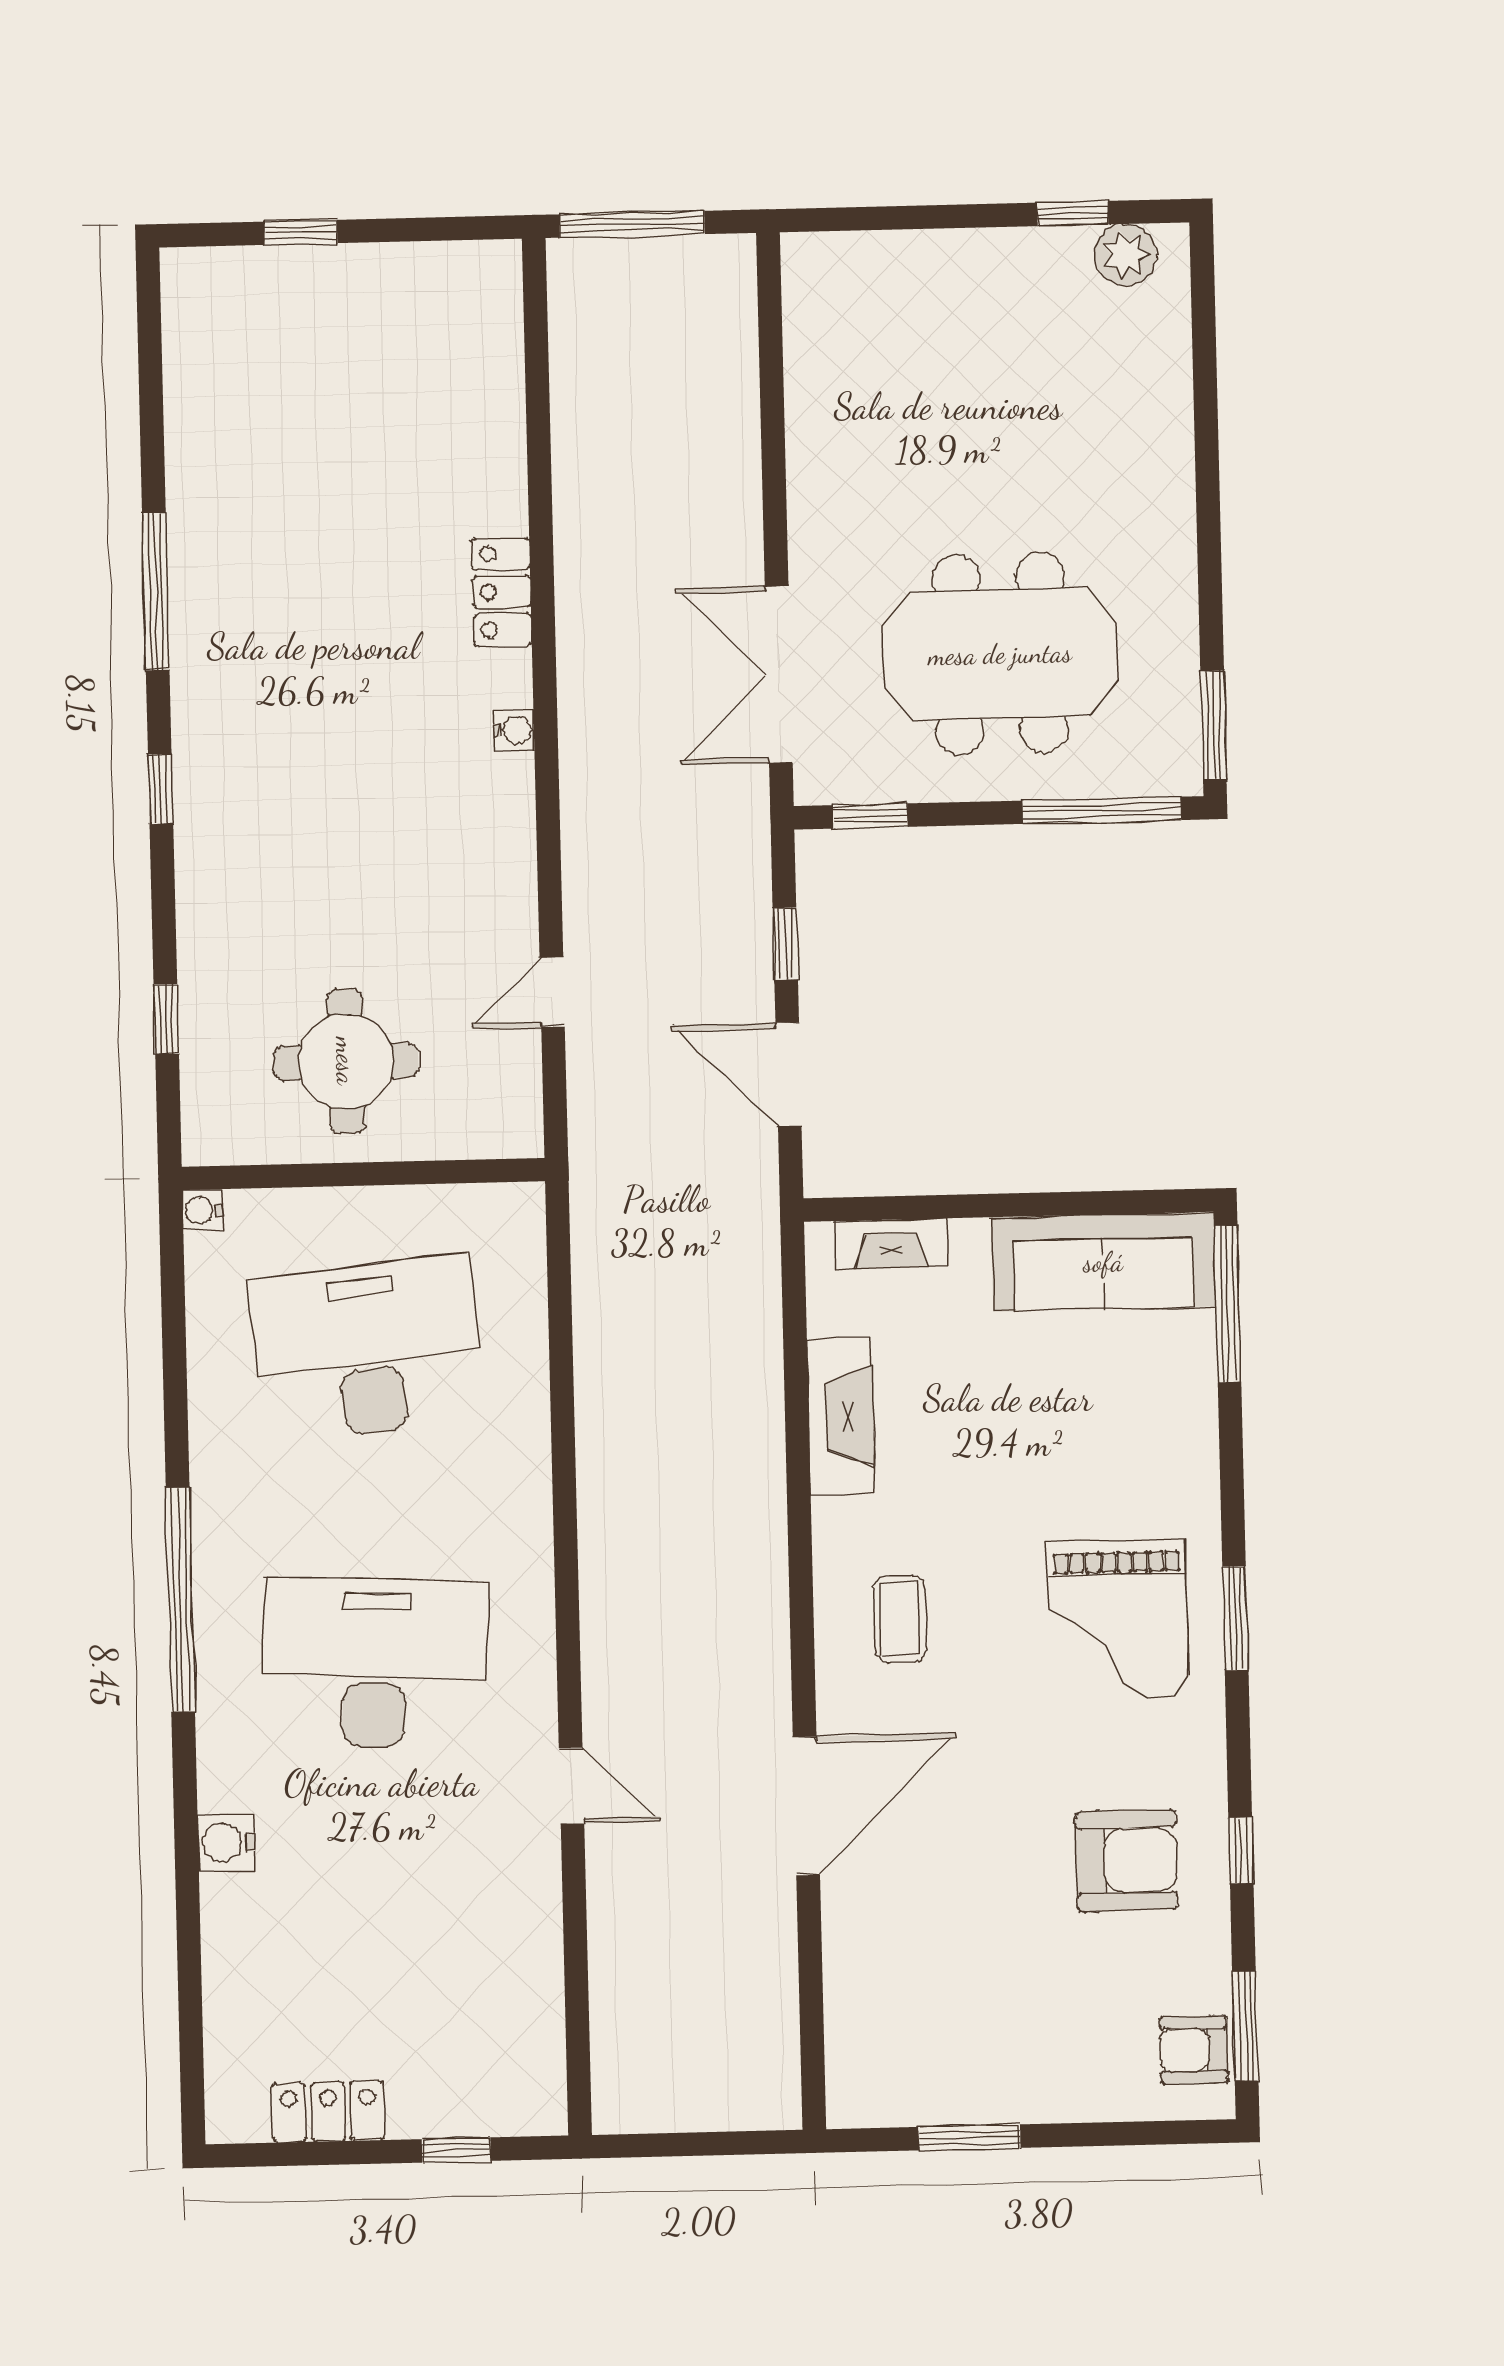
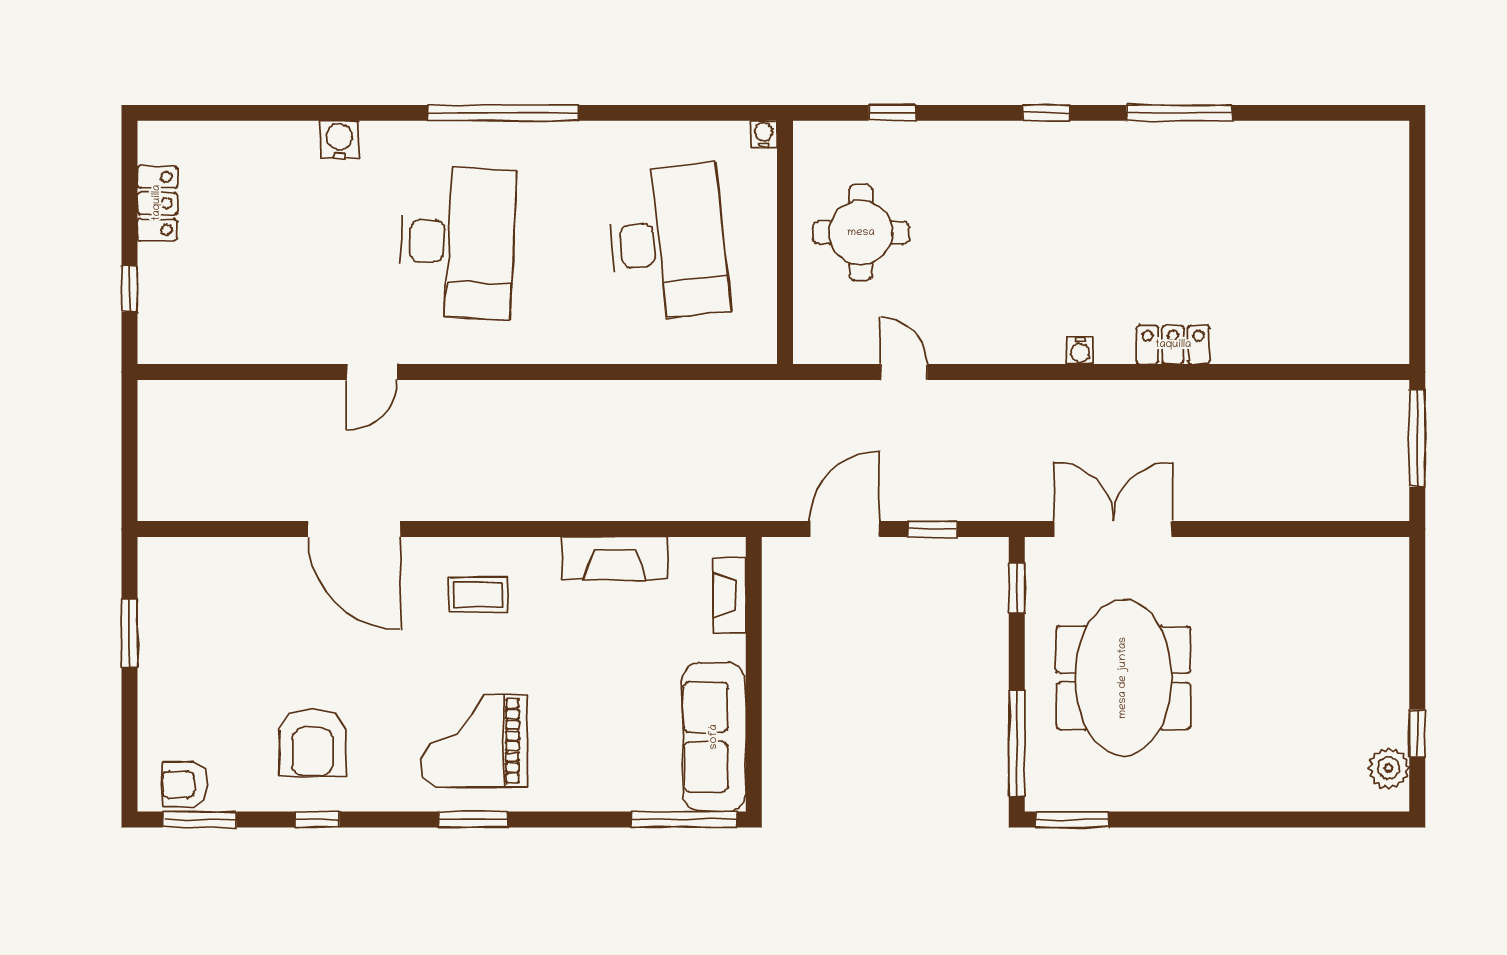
window: (301, 232) -> (1417, 216), removed
armchair: (1194, 2050) -> (185, 785), turned -90

